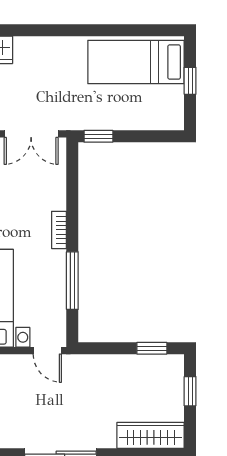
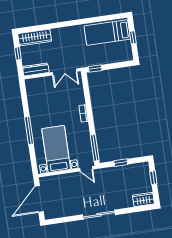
window: (72, 281) -> (95, 148), moved
window: (152, 348) -> (121, 163), moved
wardrobe: (151, 435) -> (143, 200), width x0.67

